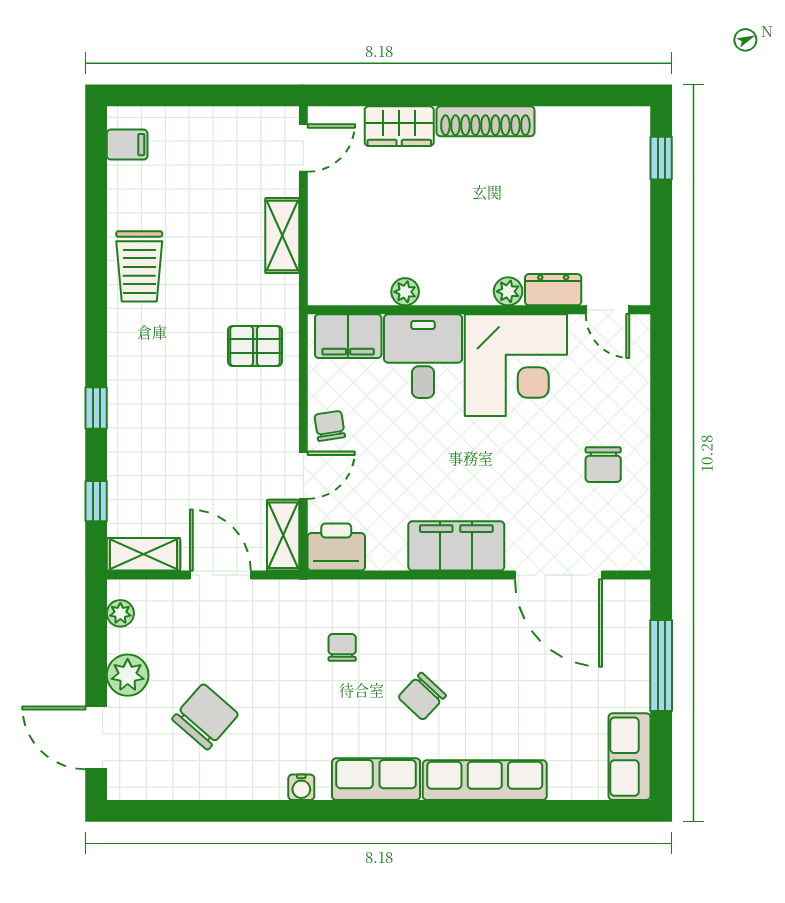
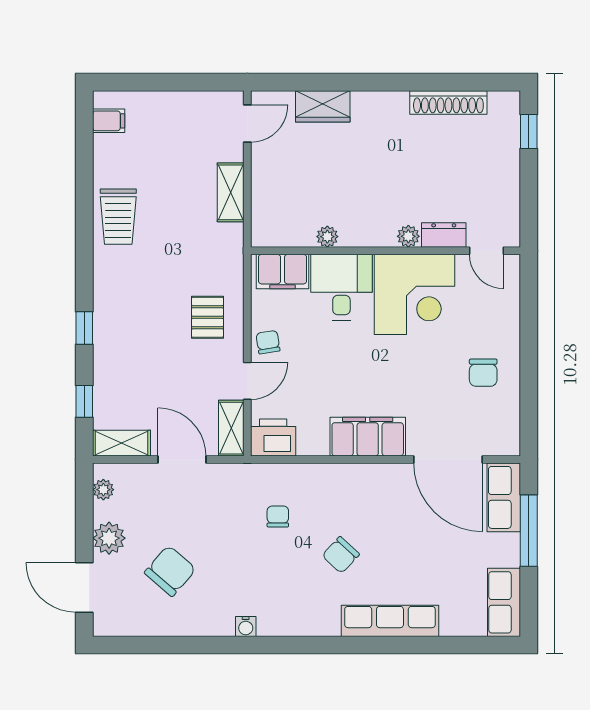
shoe rack: (485, 121) -> (448, 102), moved
pallet: (255, 346) -> (207, 317), moved, turned 90
row of seats: (376, 779) -> (504, 497), moved, turned -90

